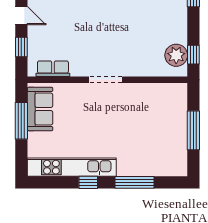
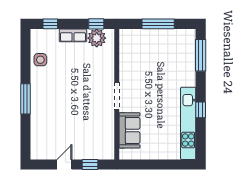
row of seats: (53, 69) -> (73, 35), moved, turned -90
sofa: (40, 109) -> (130, 130), moved, turned 90
window: (21, 121) -> (150, 165), removed
window: (135, 182) -> (201, 55), moved

